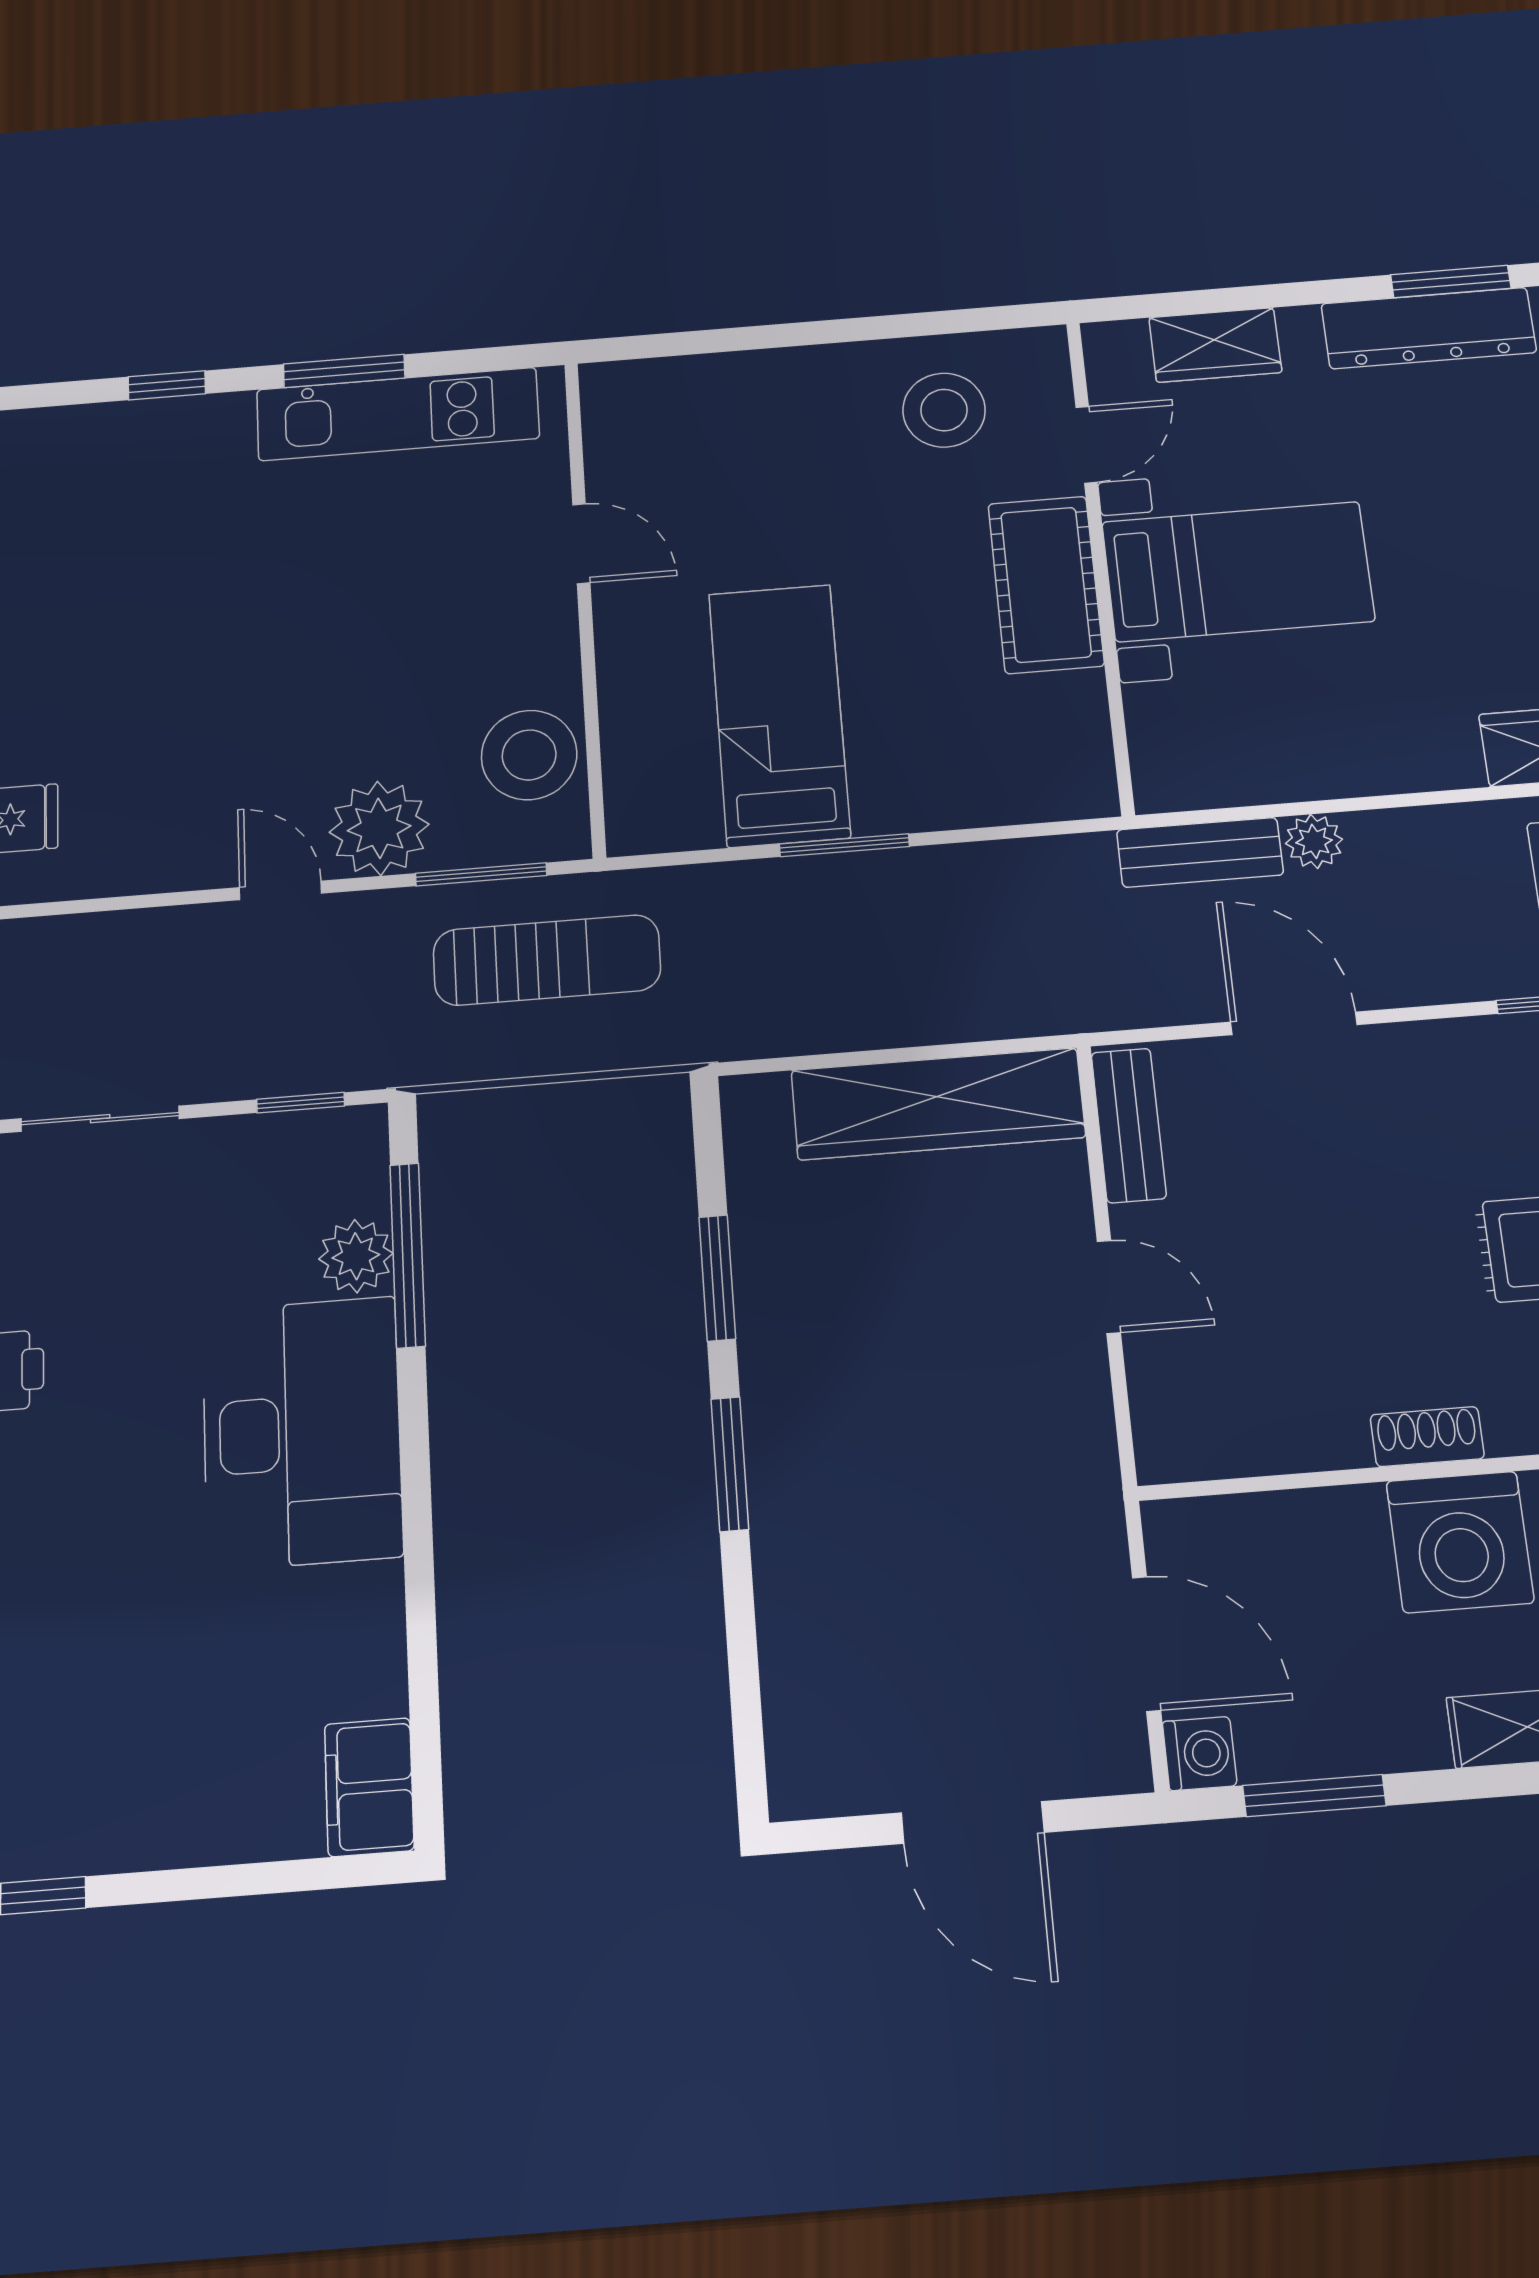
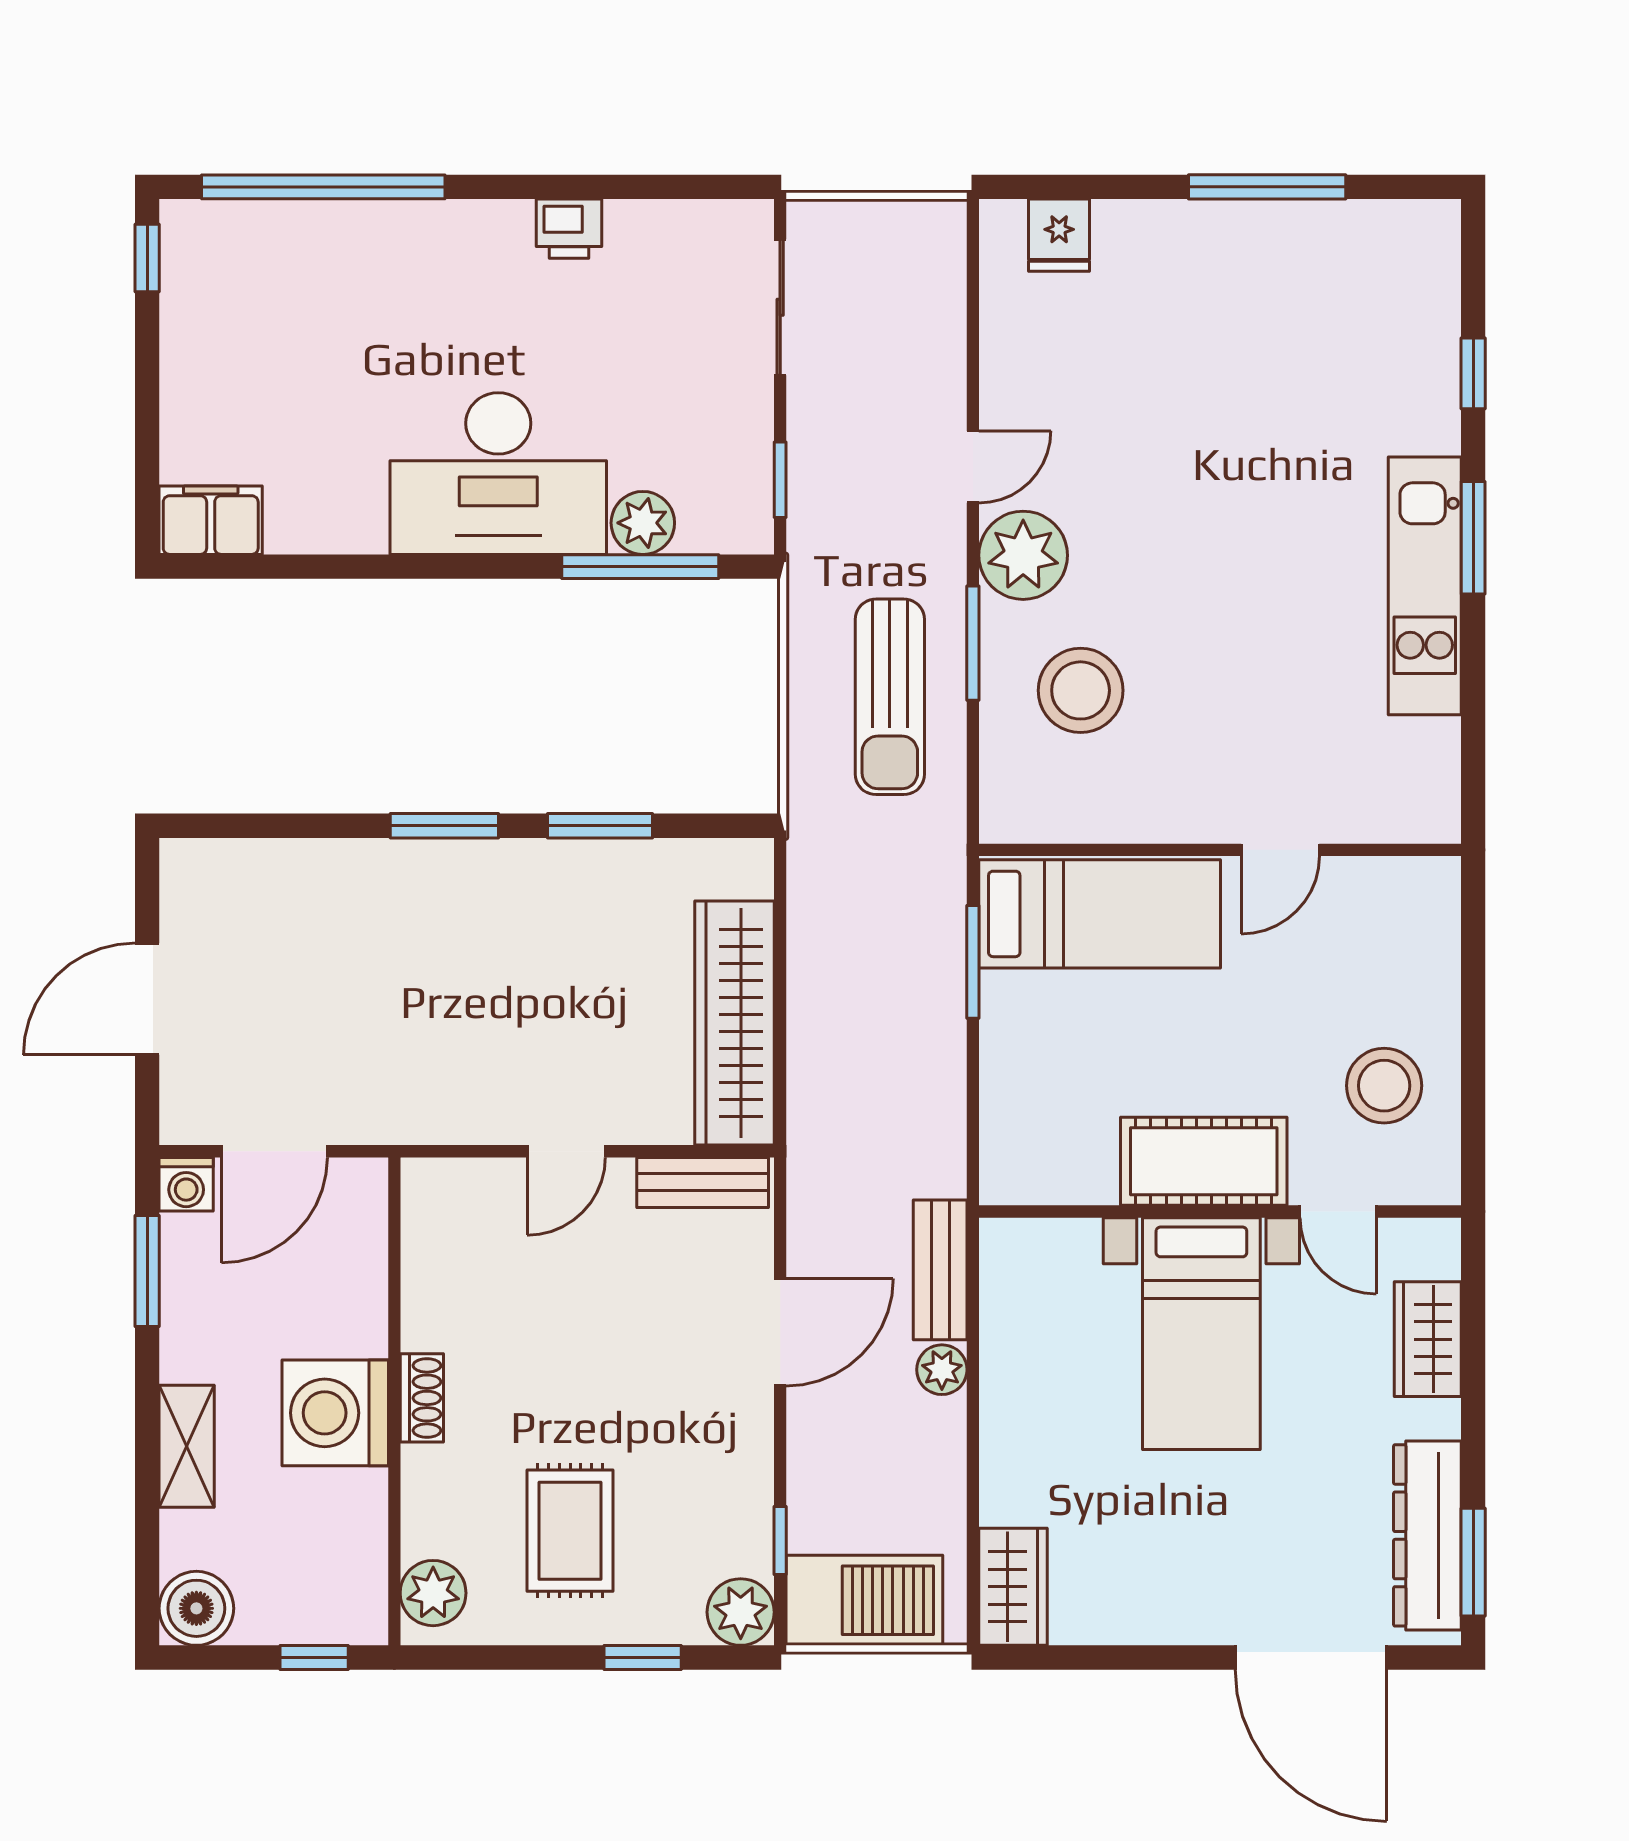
door: (581, 544) -> (1280, 850), moved
wall: (585, 605) -> (1220, 850), moved

